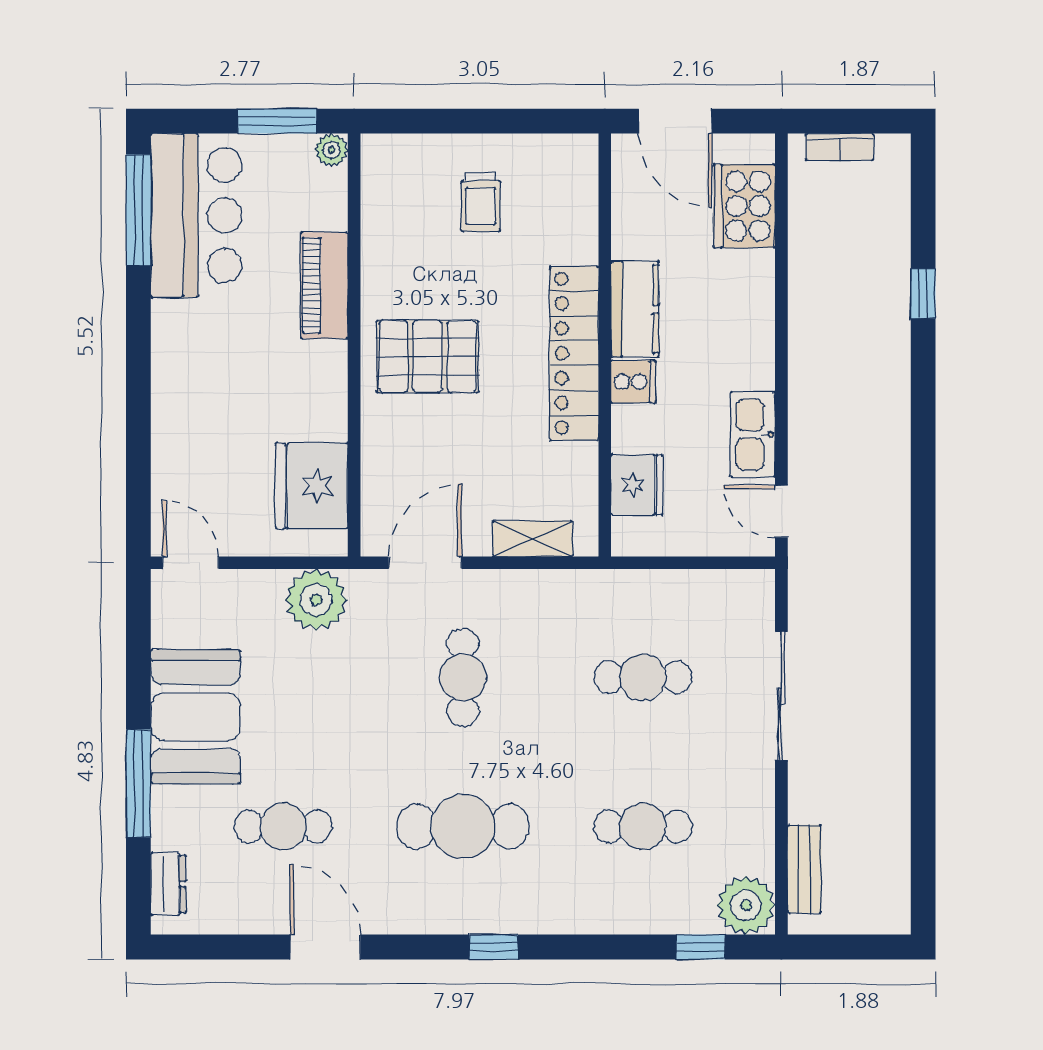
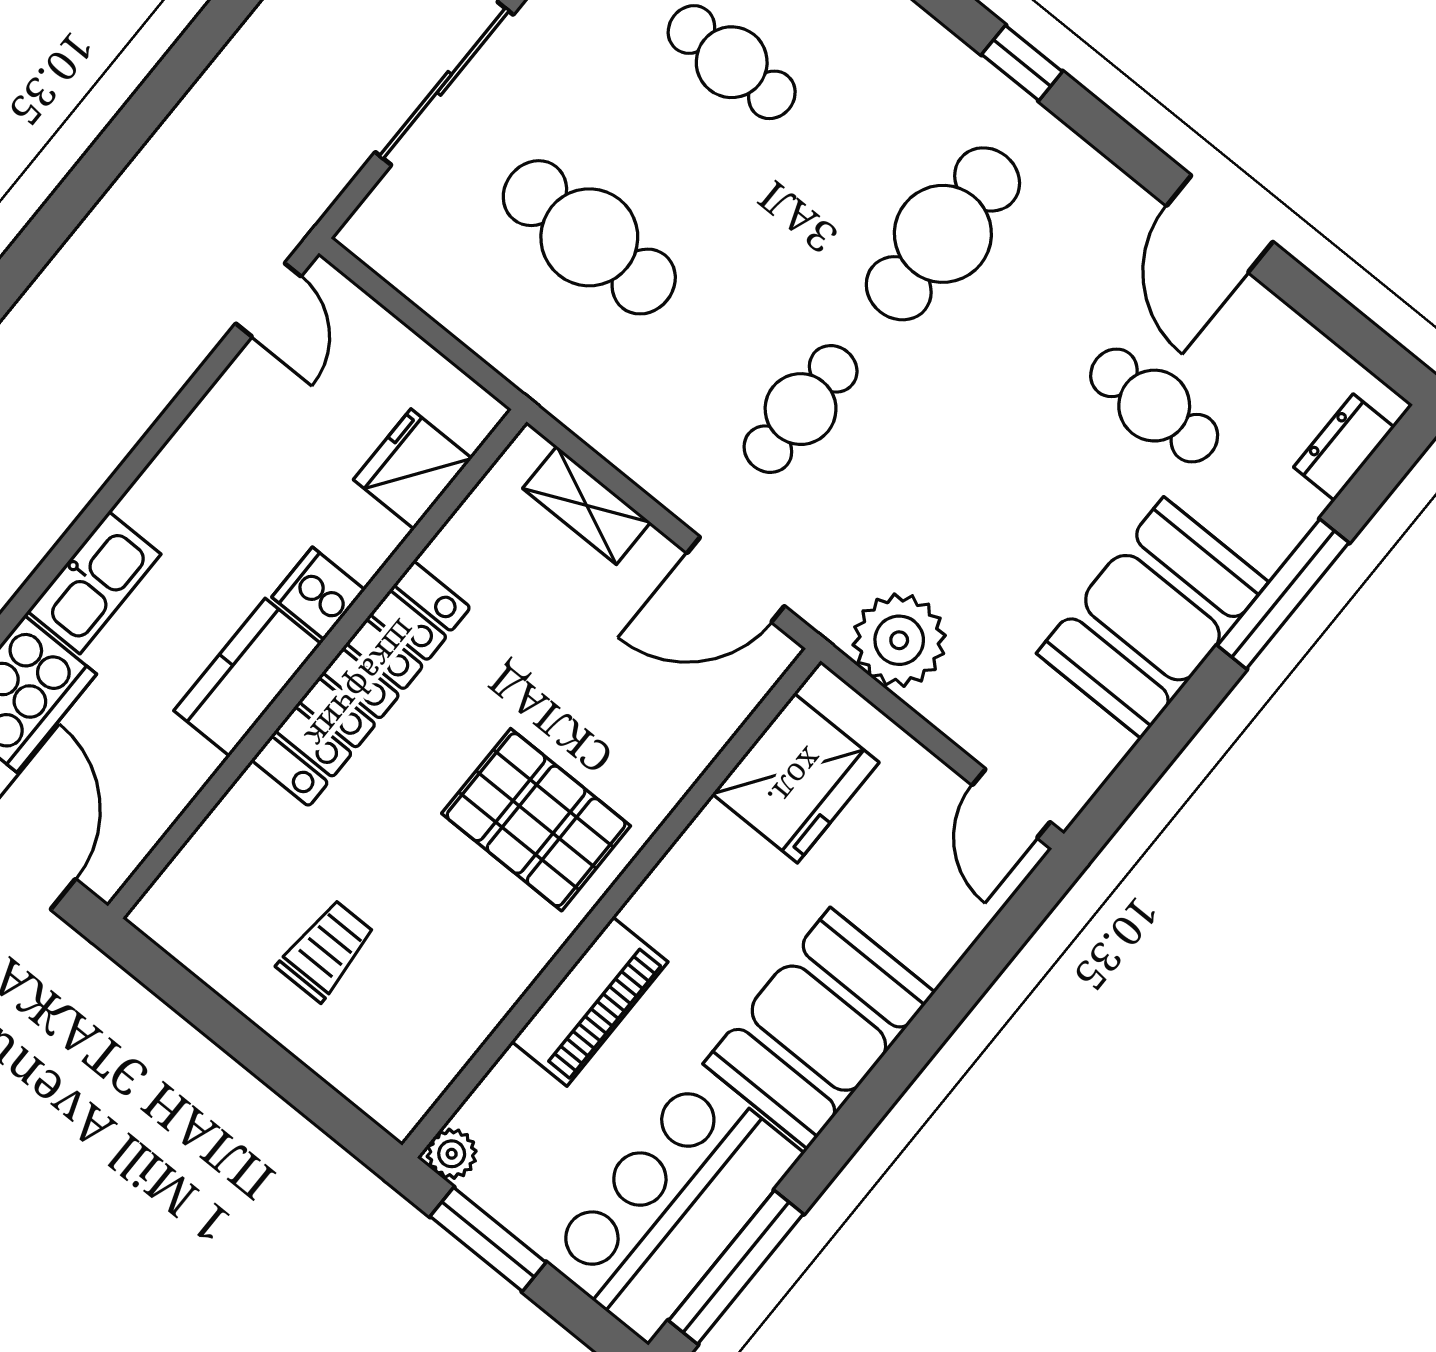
booth: (196, 367) -> (819, 1028), added
kitchen sink: (753, 434) -> (94, 583), moved
cafe table: (643, 677) -> (589, 237), width x1.37, depth x1.35
cafe table: (463, 826) -> (943, 234), turned 90

